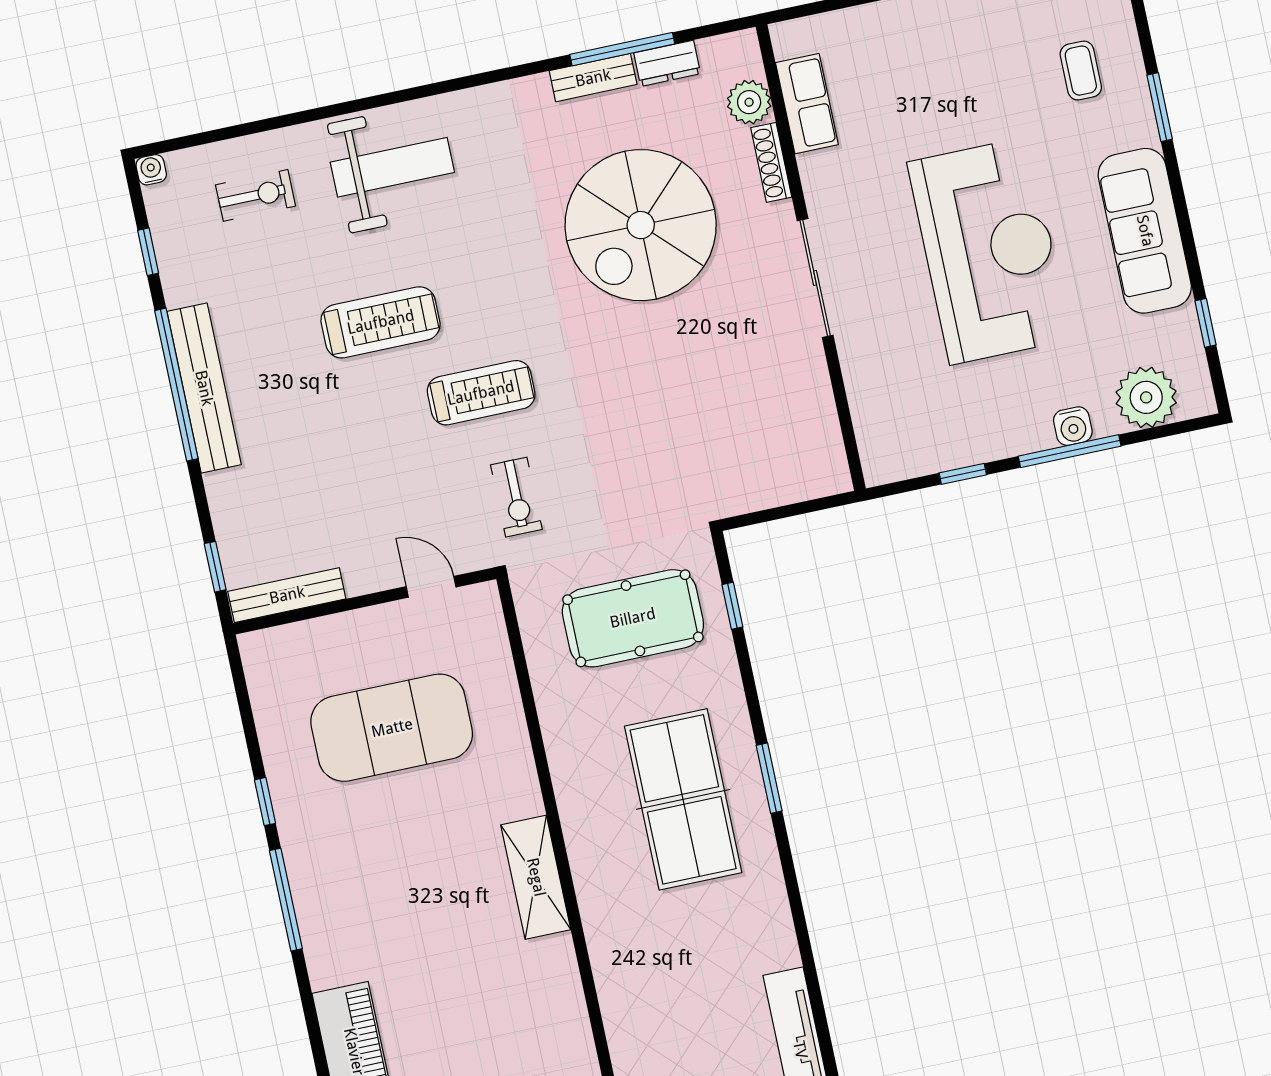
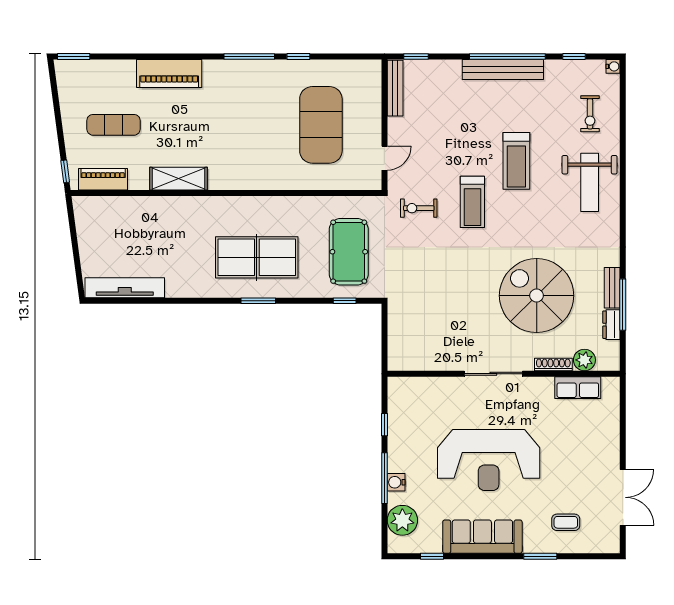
shelving: (536, 877) -> (178, 179), moved

